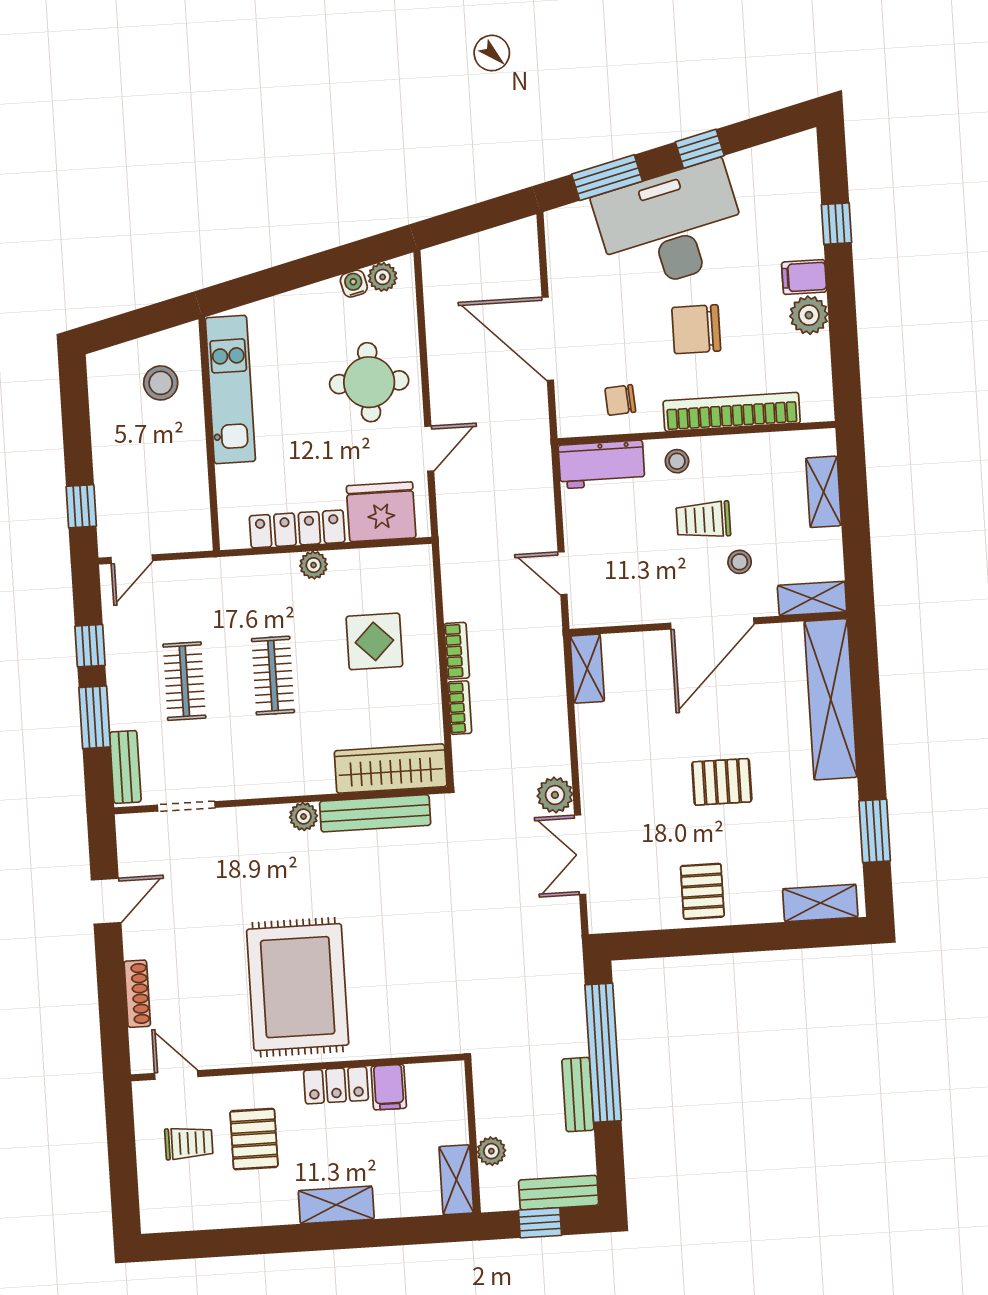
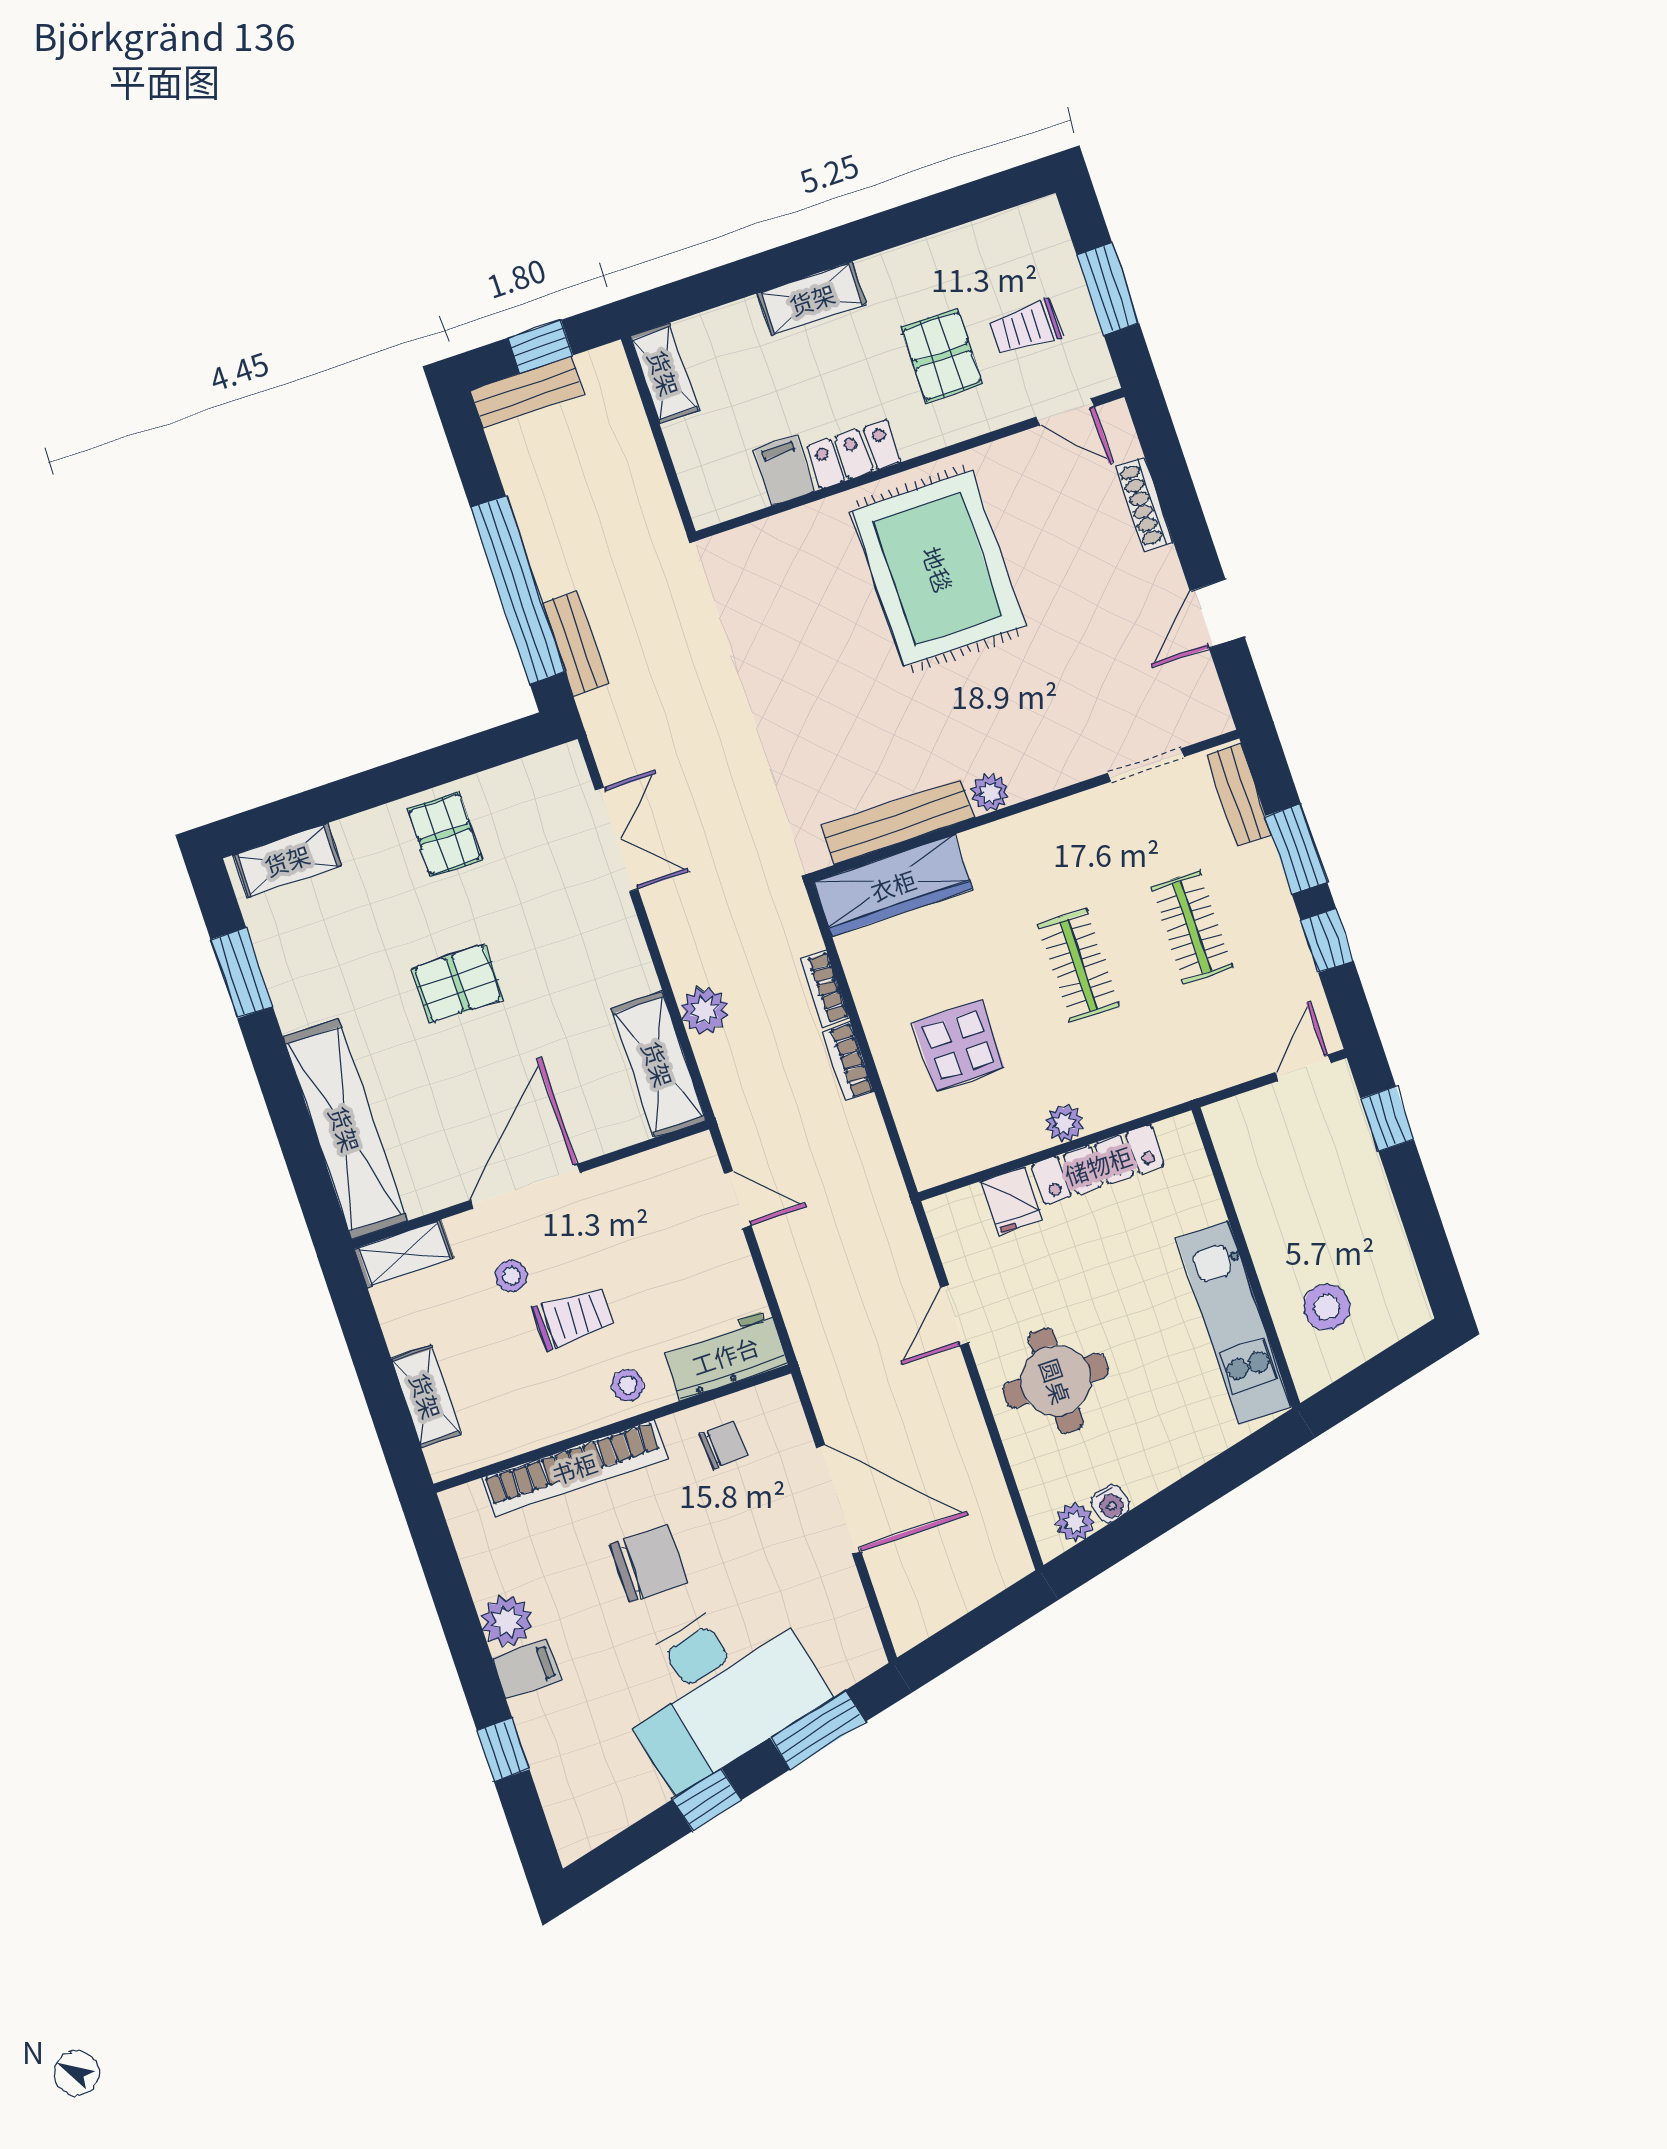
fridge: (381, 512) -> (1012, 1200), width x0.53, depth x0.75
shelving: (587, 669) -> (658, 1064), width x1.50, depth x1.33
plant: (555, 795) -> (705, 1011), moved
bench: (578, 1095) -> (575, 644), moved
plant: (491, 1151) -> (629, 423), removed
window: (122, 1155) -> (1108, 289), added

